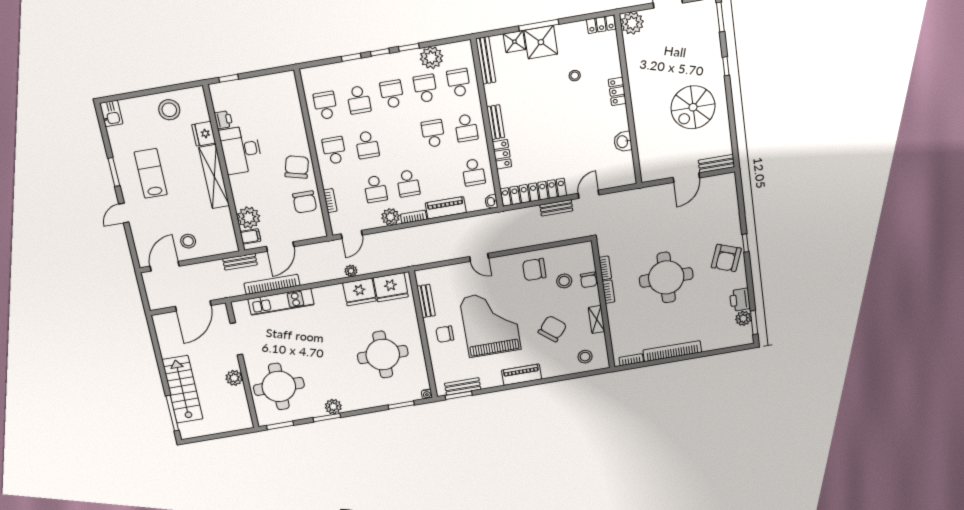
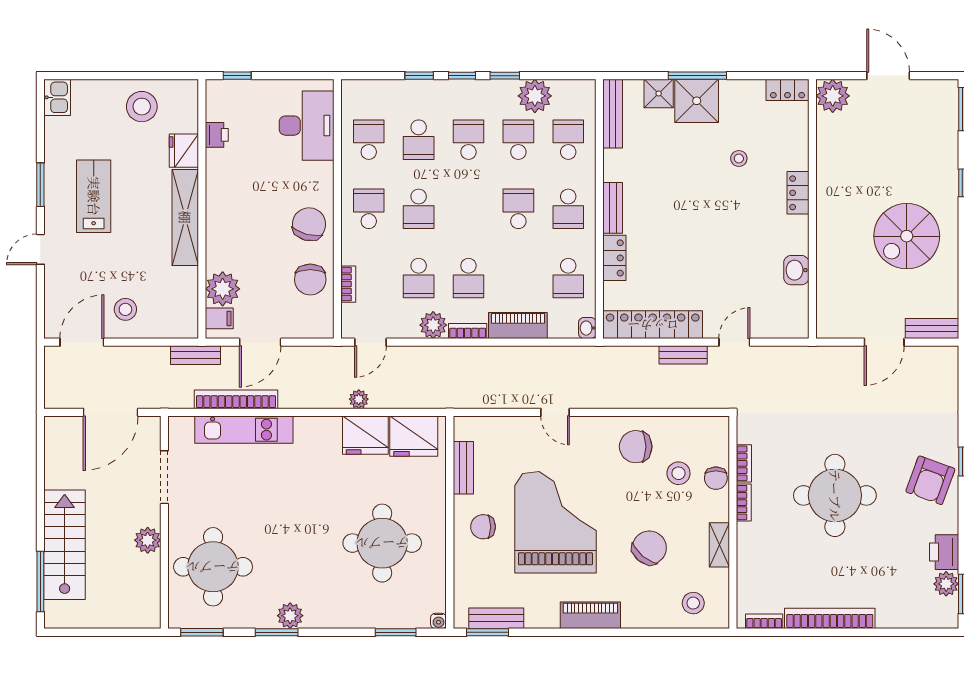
desk: (241, 150) -> (307, 126), moved, turned 180

